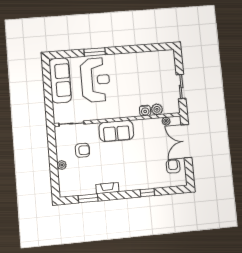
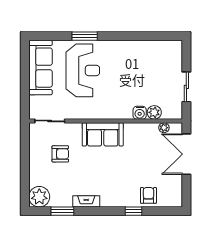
plant: (62, 165) -> (39, 197), moved, width x1.87, depth x1.87
armchair: (173, 166) -> (148, 195), moved

